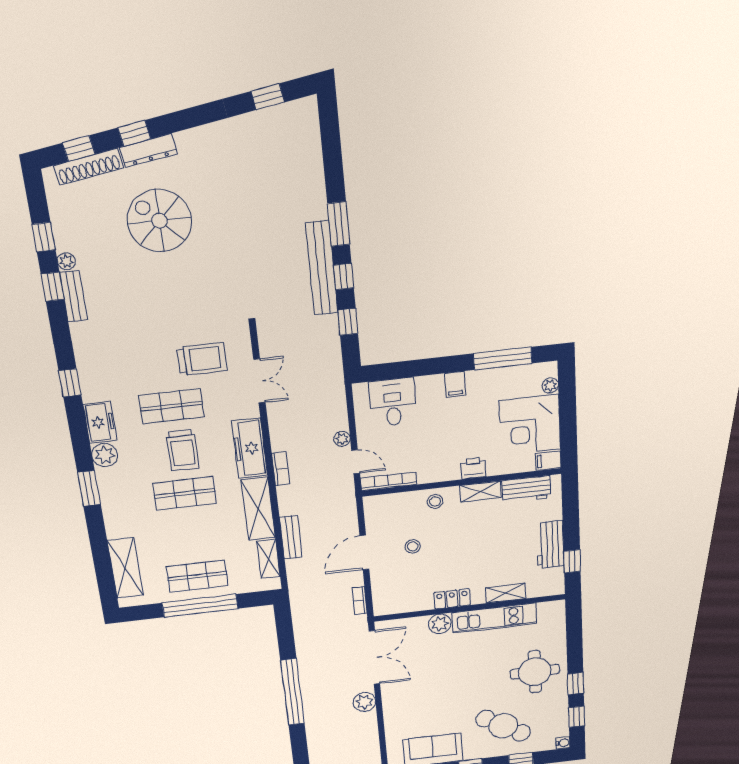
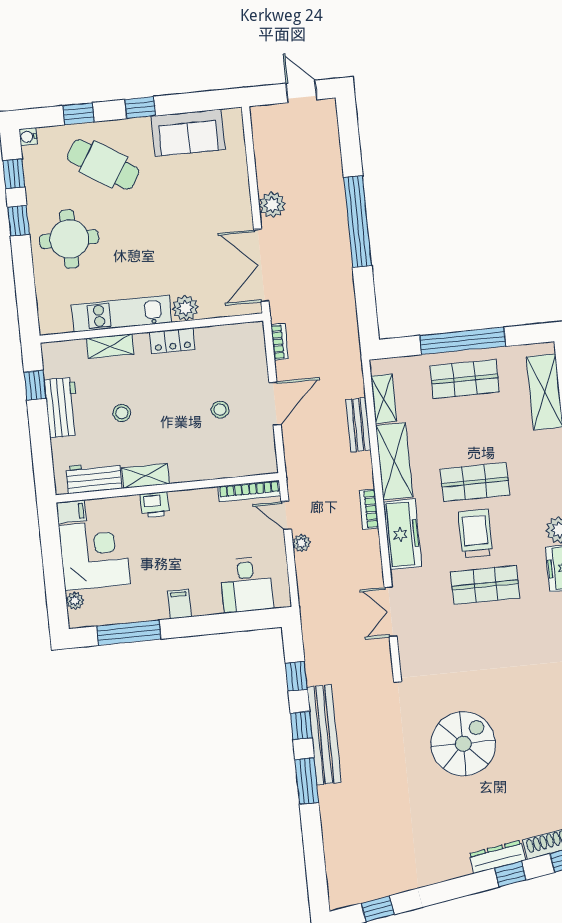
spiral stairs: (159, 221) -> (463, 744), moved, turned -90
trolley: (202, 359) -> (451, 637), removed
stool: (435, 501) -> (122, 413), moved

